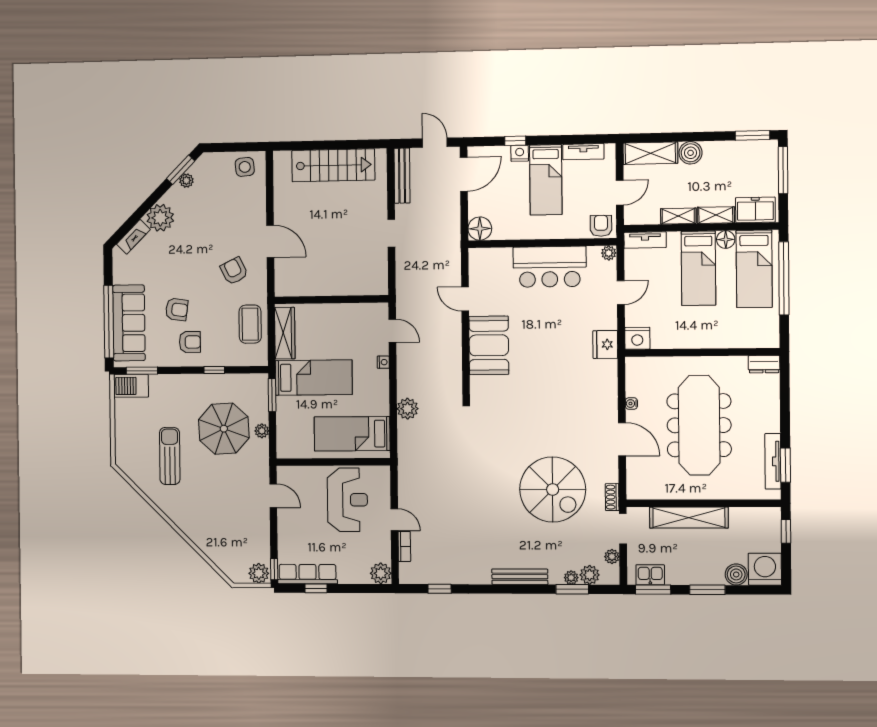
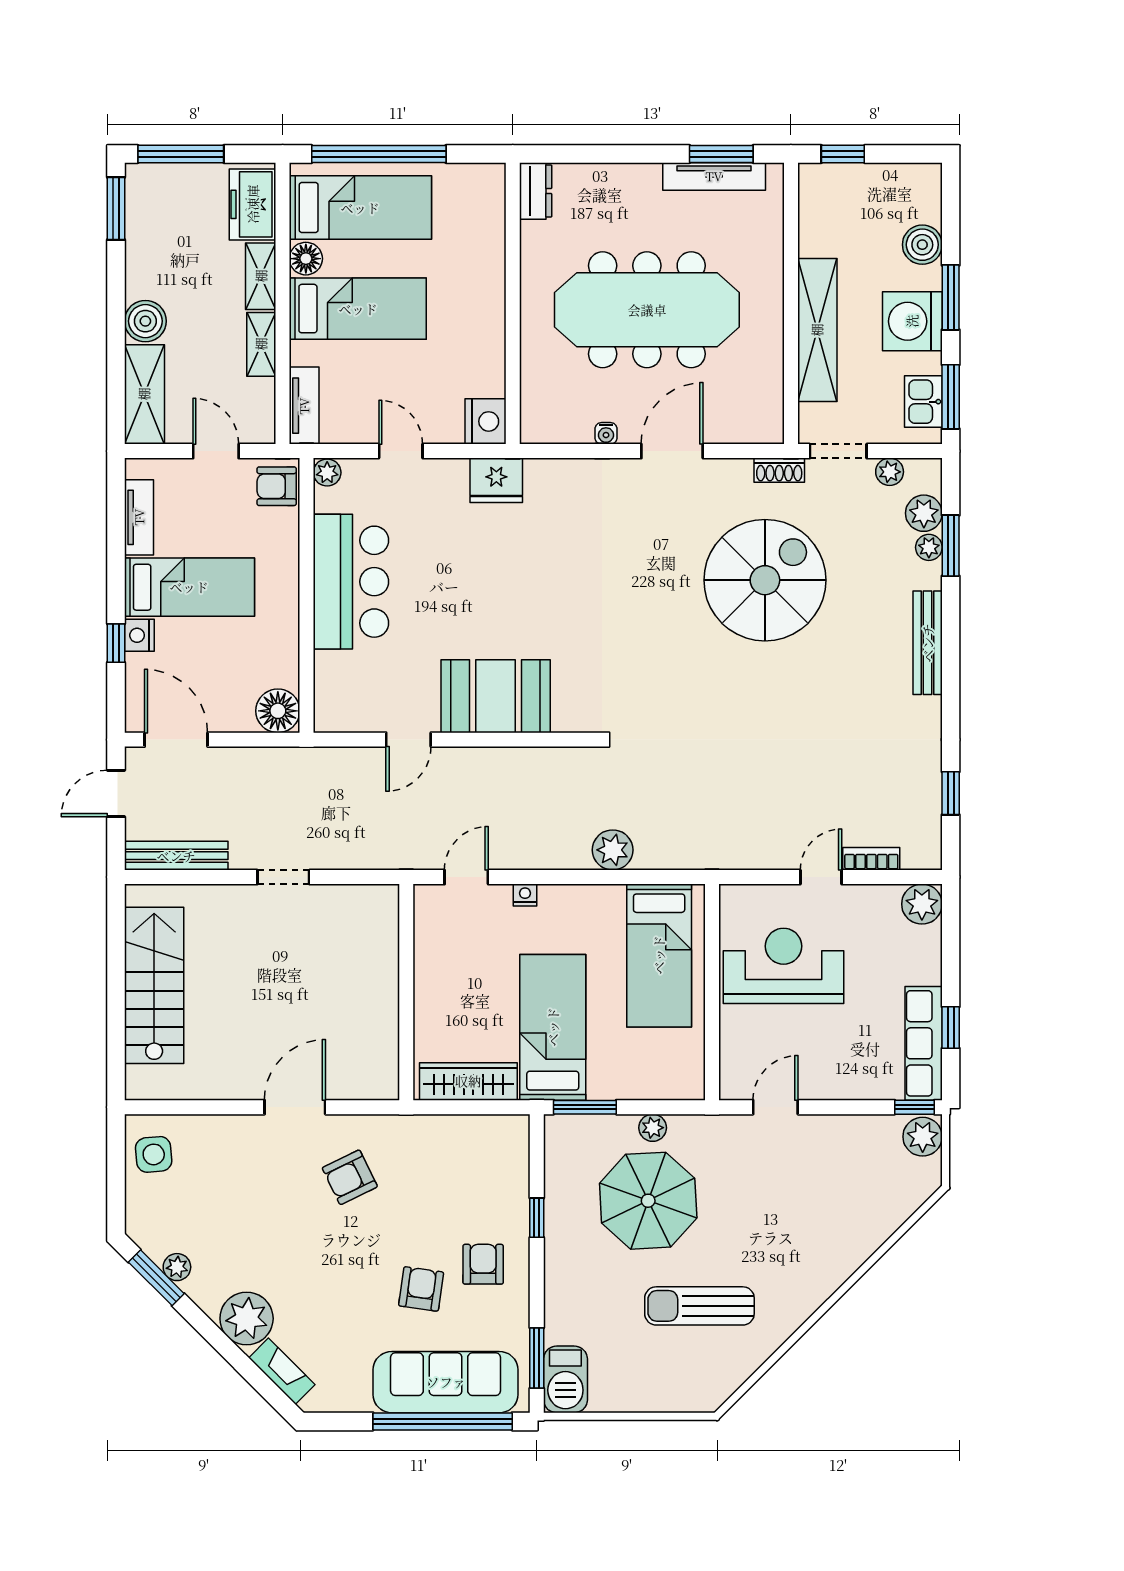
coffee table: (250, 324) -> (451, 1148), removed
washing machine: (765, 569) -> (912, 321), moved

